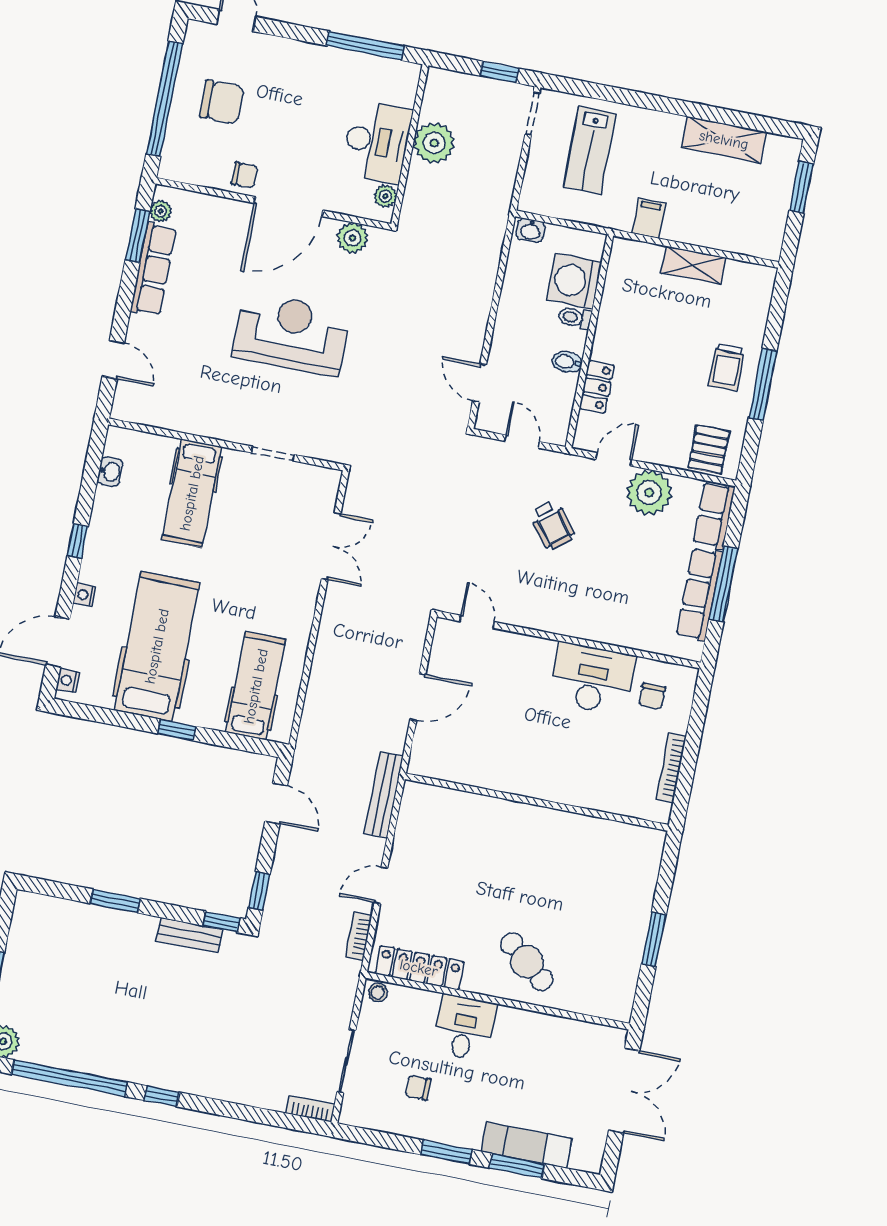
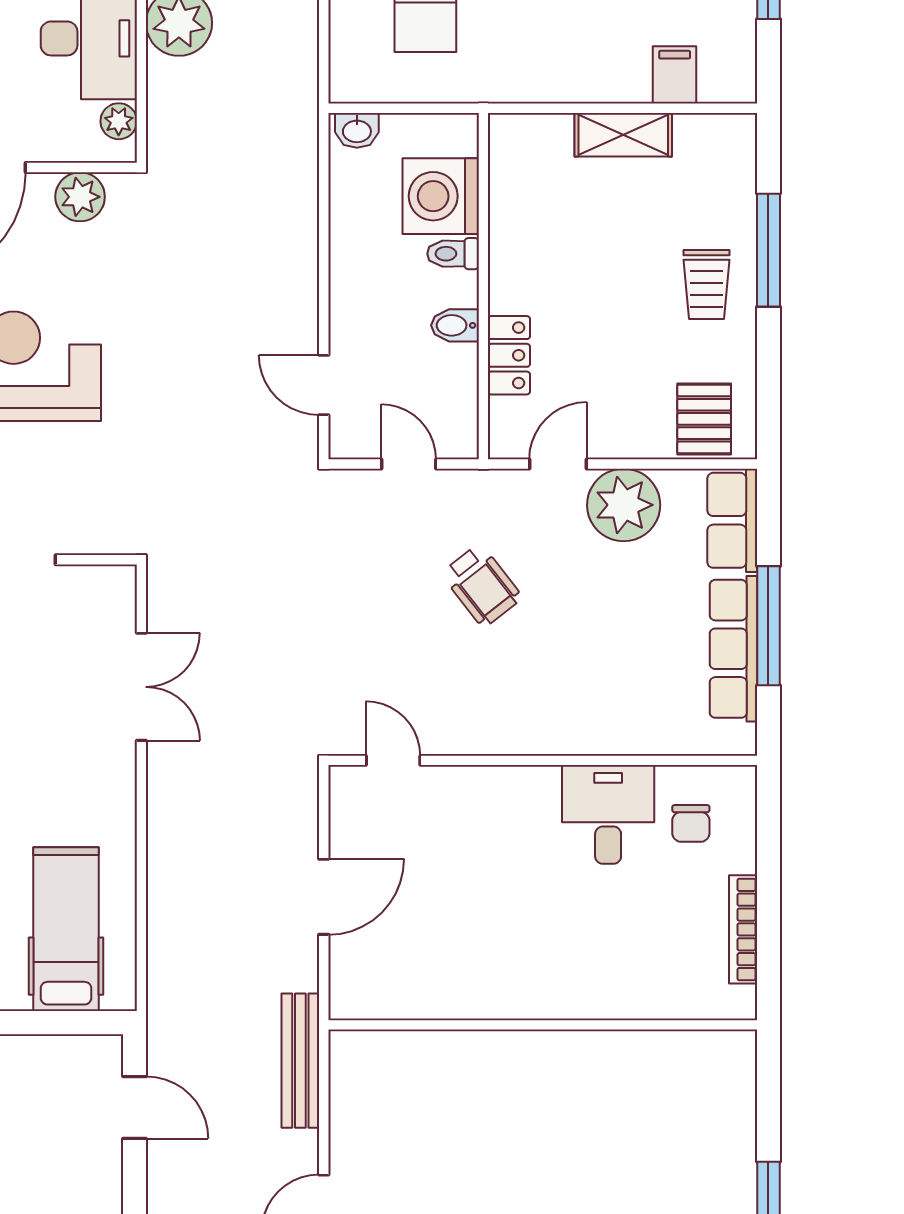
filing cabinet: (649, 218) -> (675, 75), moved
window: (763, 384) -> (768, 250), moved
desk: (592, 679) -> (608, 814), width x0.73

